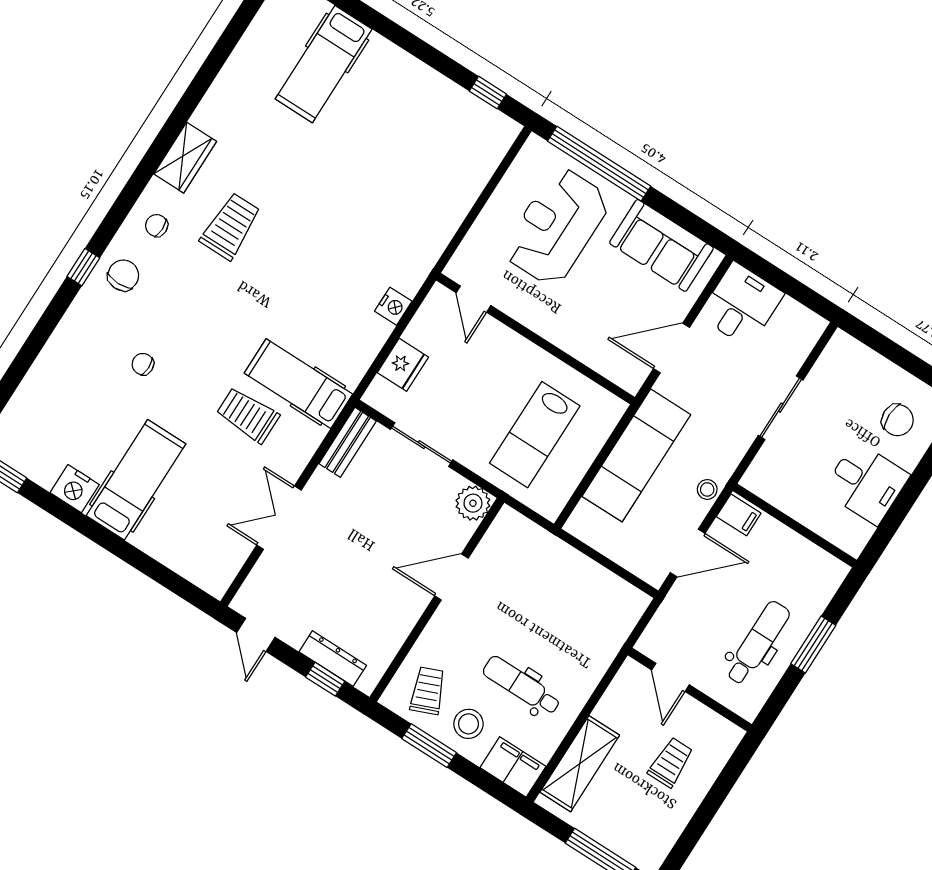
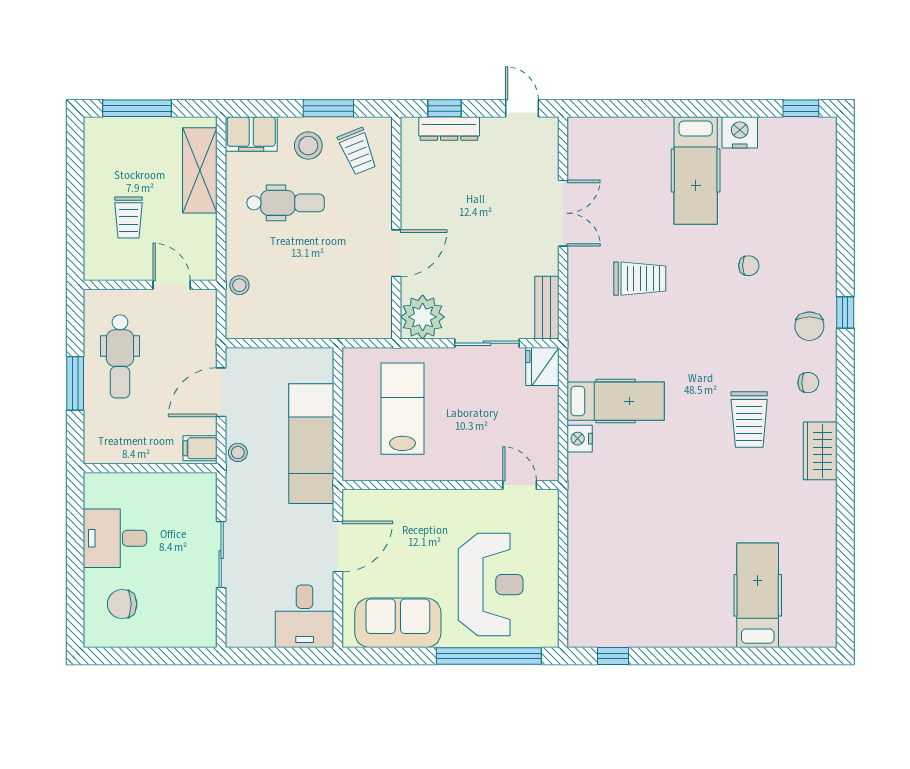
fridge: (403, 365) -> (542, 367), moved
hospital bed: (298, 384) -> (616, 401), moved
plant: (473, 503) -> (423, 317), width x1.36, depth x1.36
stool: (610, 638) -> (239, 285), added

